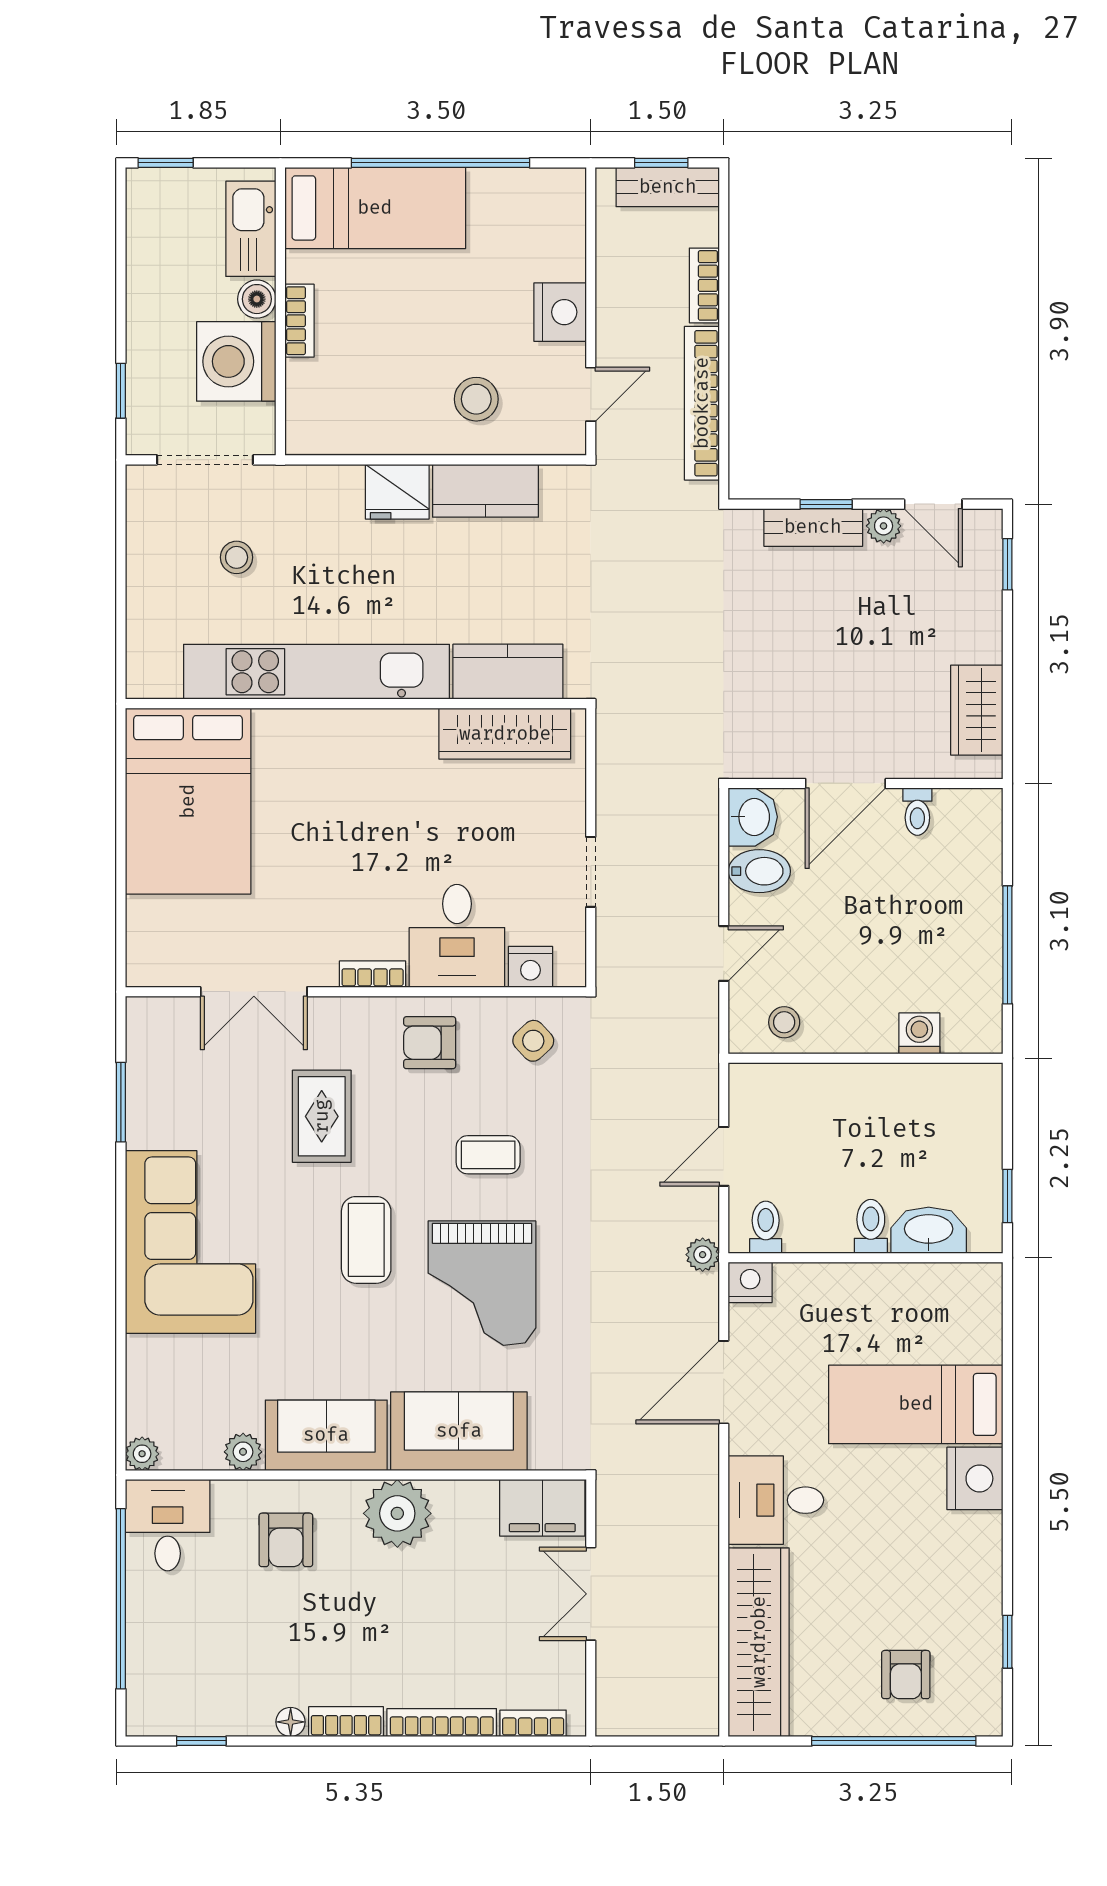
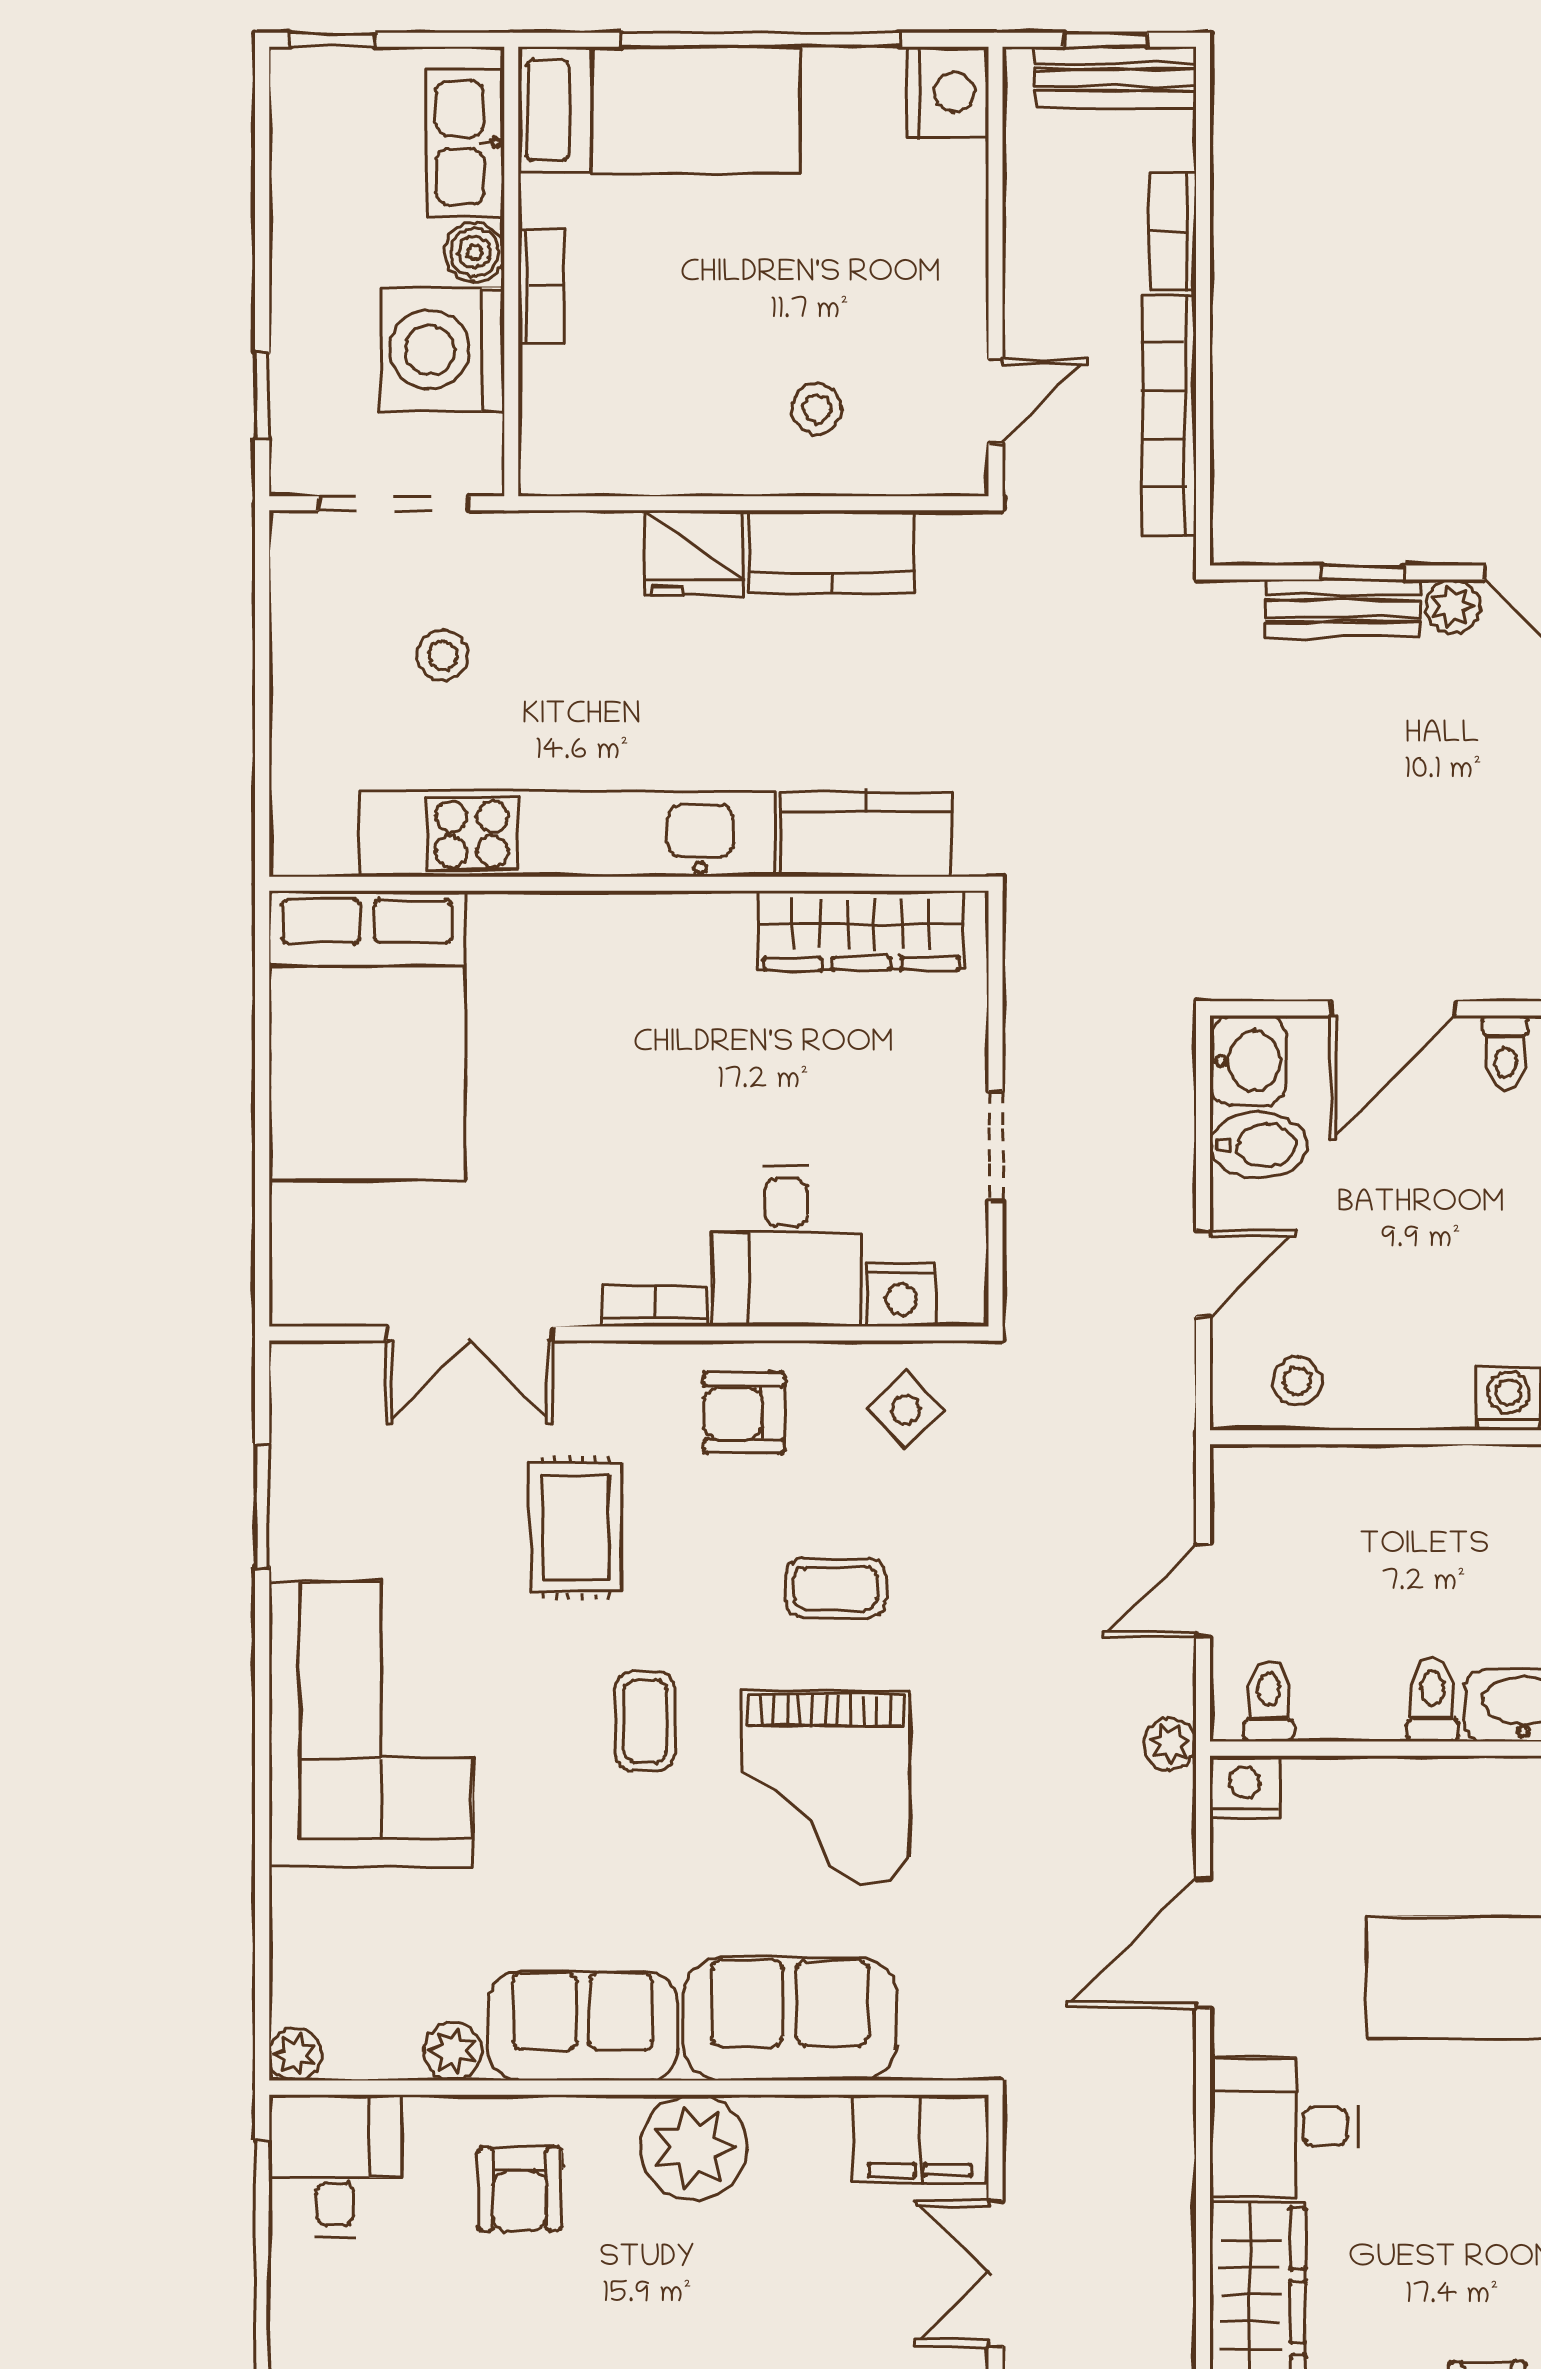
nightstand: (560, 312) -> (948, 92), moved
stool: (476, 399) -> (817, 409), width x0.73, depth x0.73
coffee table: (366, 1240) -> (645, 1721), width x0.73, depth x0.77

